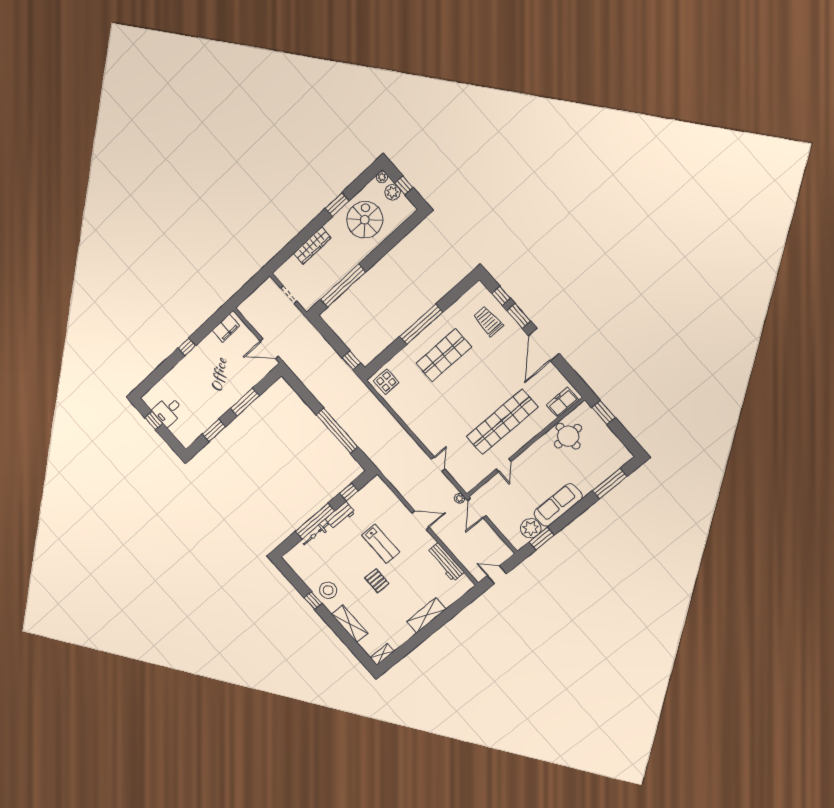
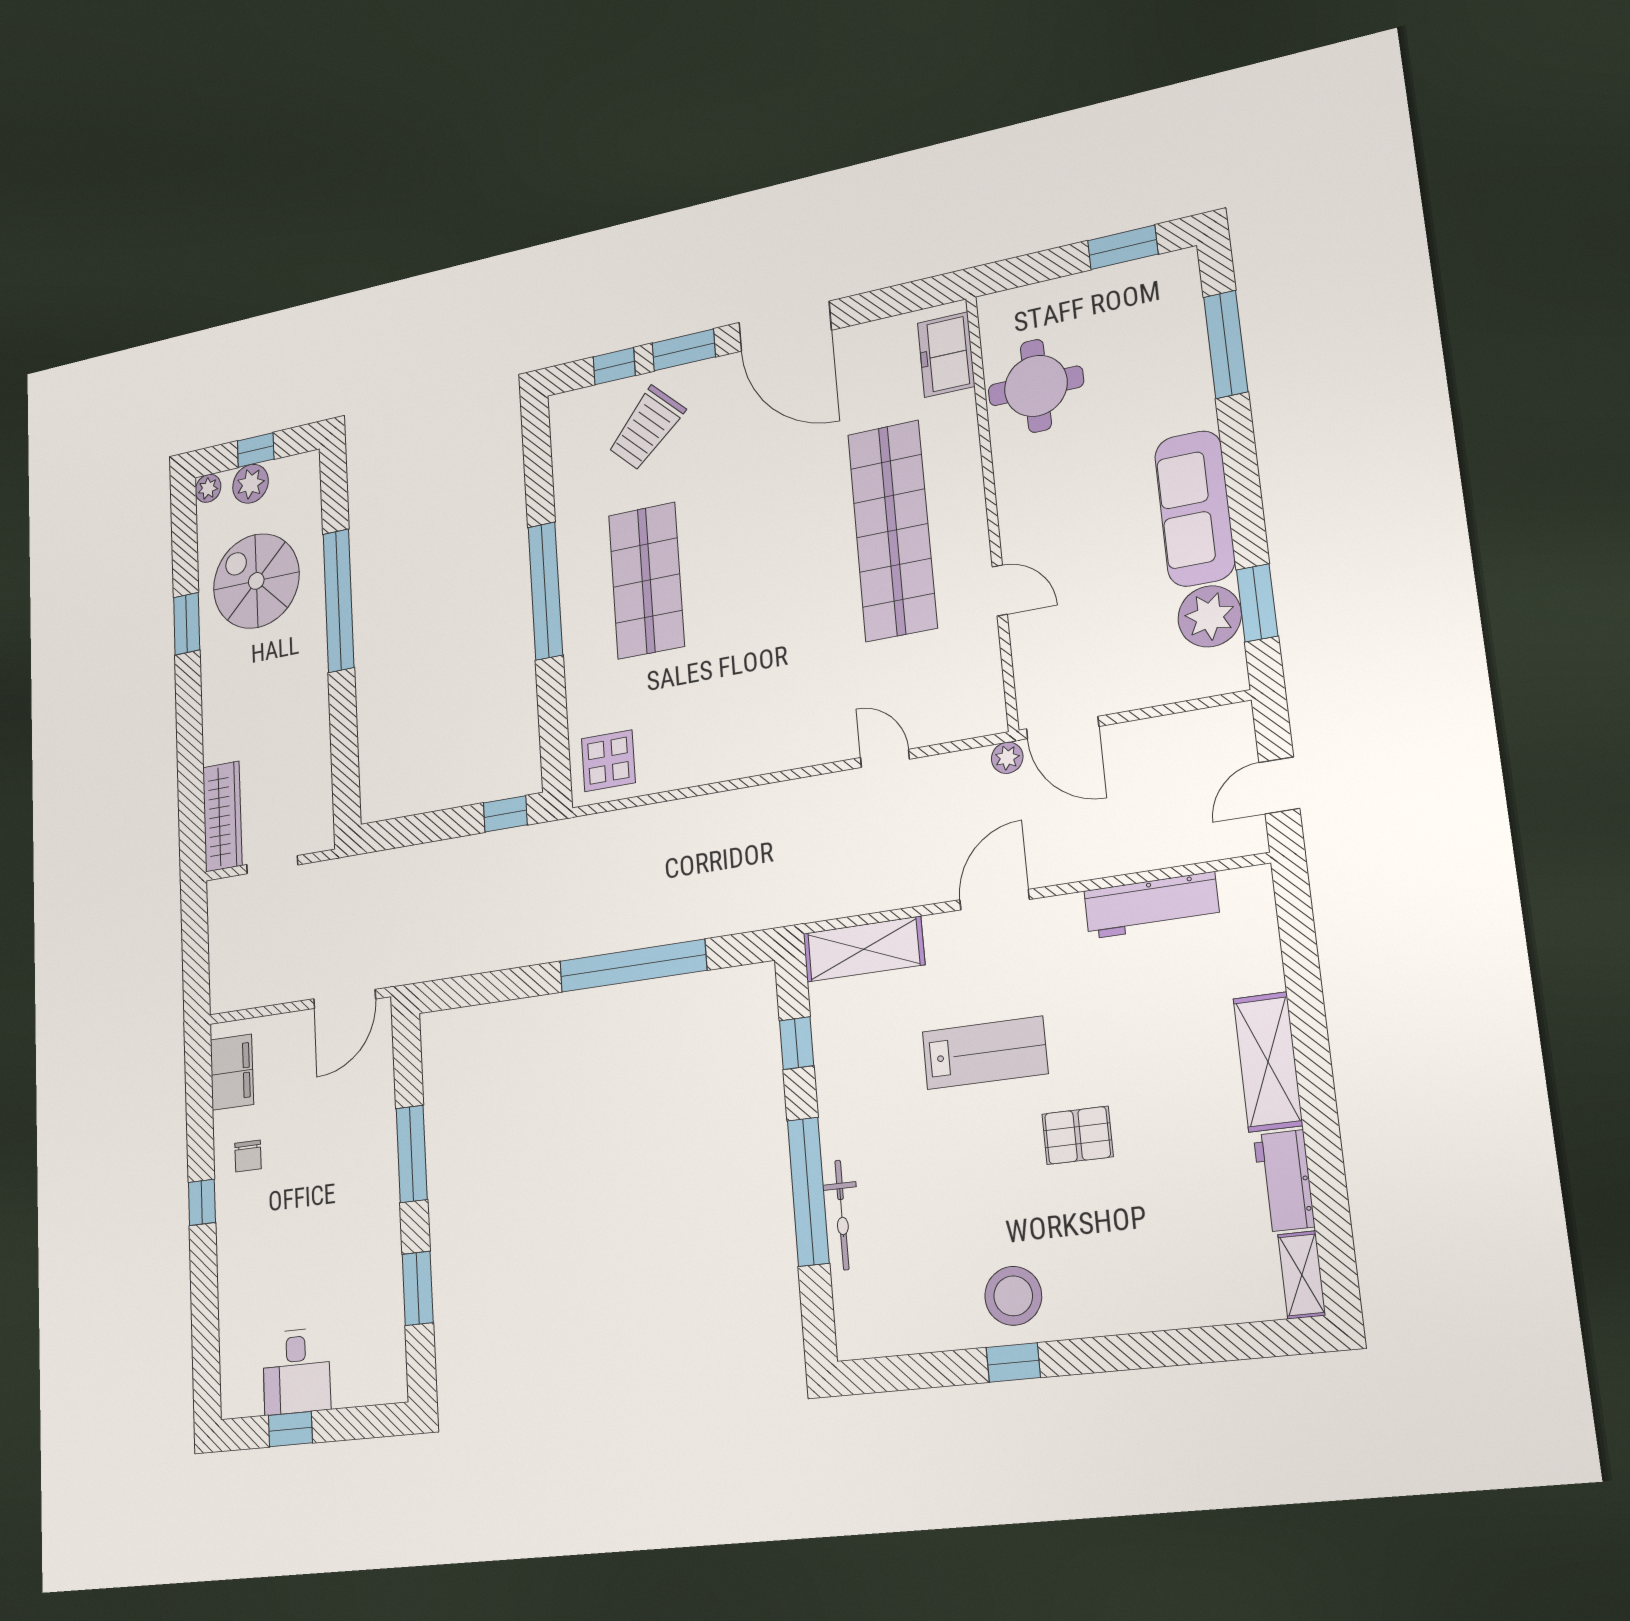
wardrobe: (312, 246) -> (222, 816), moved
window: (343, 286) -> (339, 600), moved
trolley: (488, 321) -> (646, 428), turned -46
chair: (209, 352) -> (248, 1156), added
window: (604, 413) -> (1123, 247), moved
workbench: (340, 516) -> (1284, 1181), moved, turned 180
shelving: (350, 624) -> (864, 949), moved

